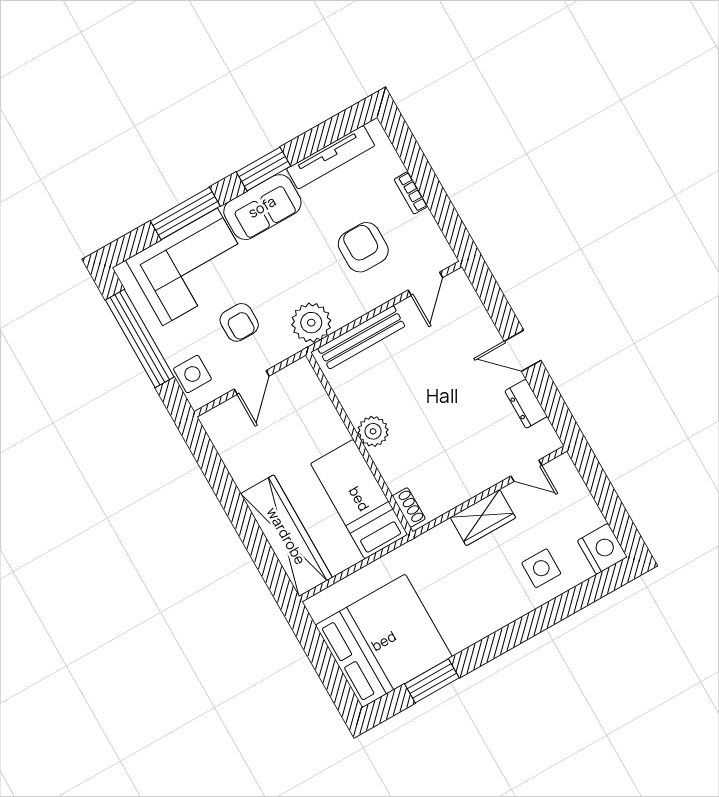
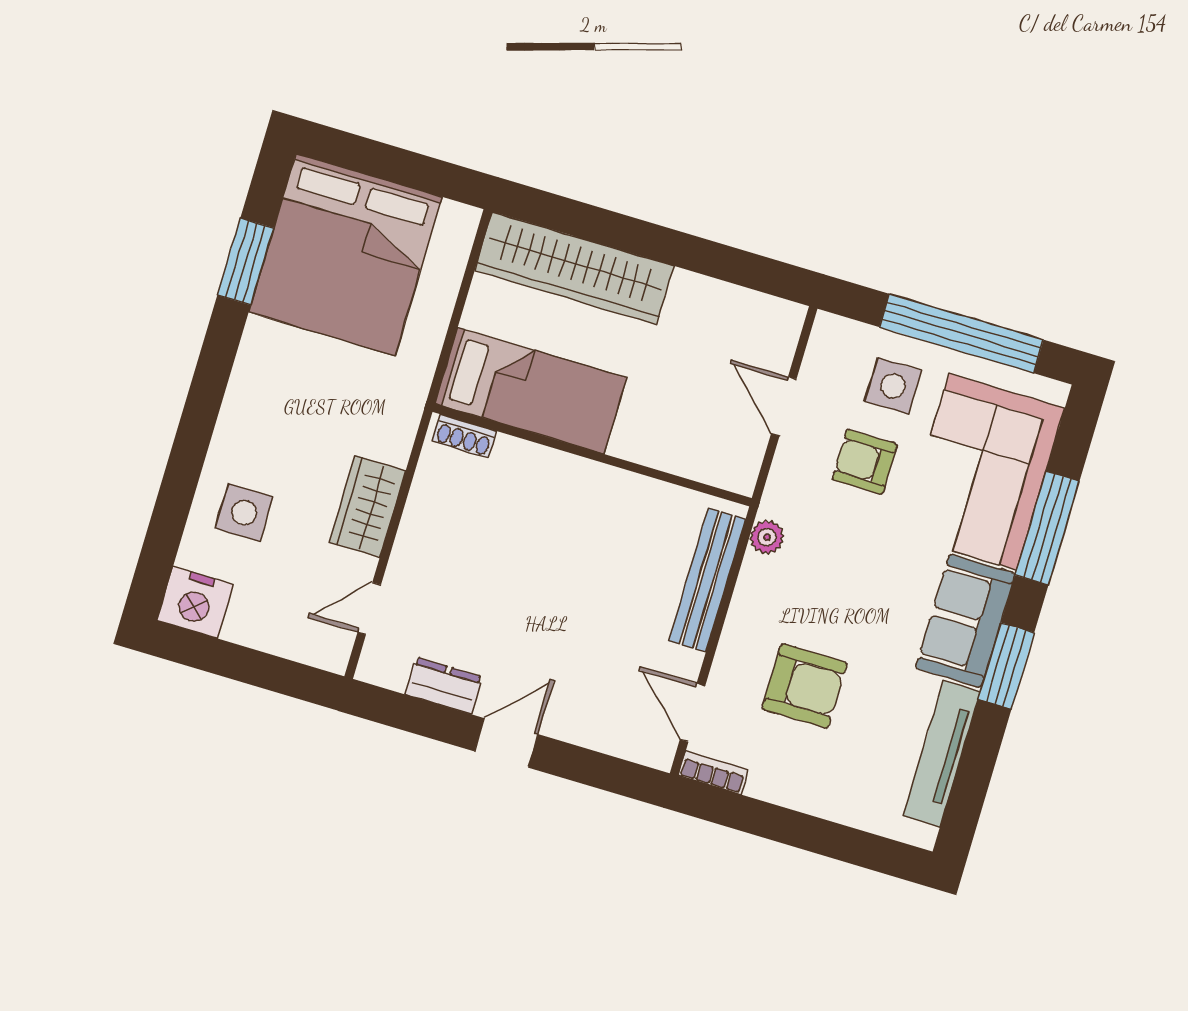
bookcase: (411, 193) -> (713, 773), moved
plant: (311, 323) -> (767, 537), width x0.53, depth x0.53
side table: (192, 374) -> (893, 386), moved
plant: (373, 431) -> (590, 484), removed

